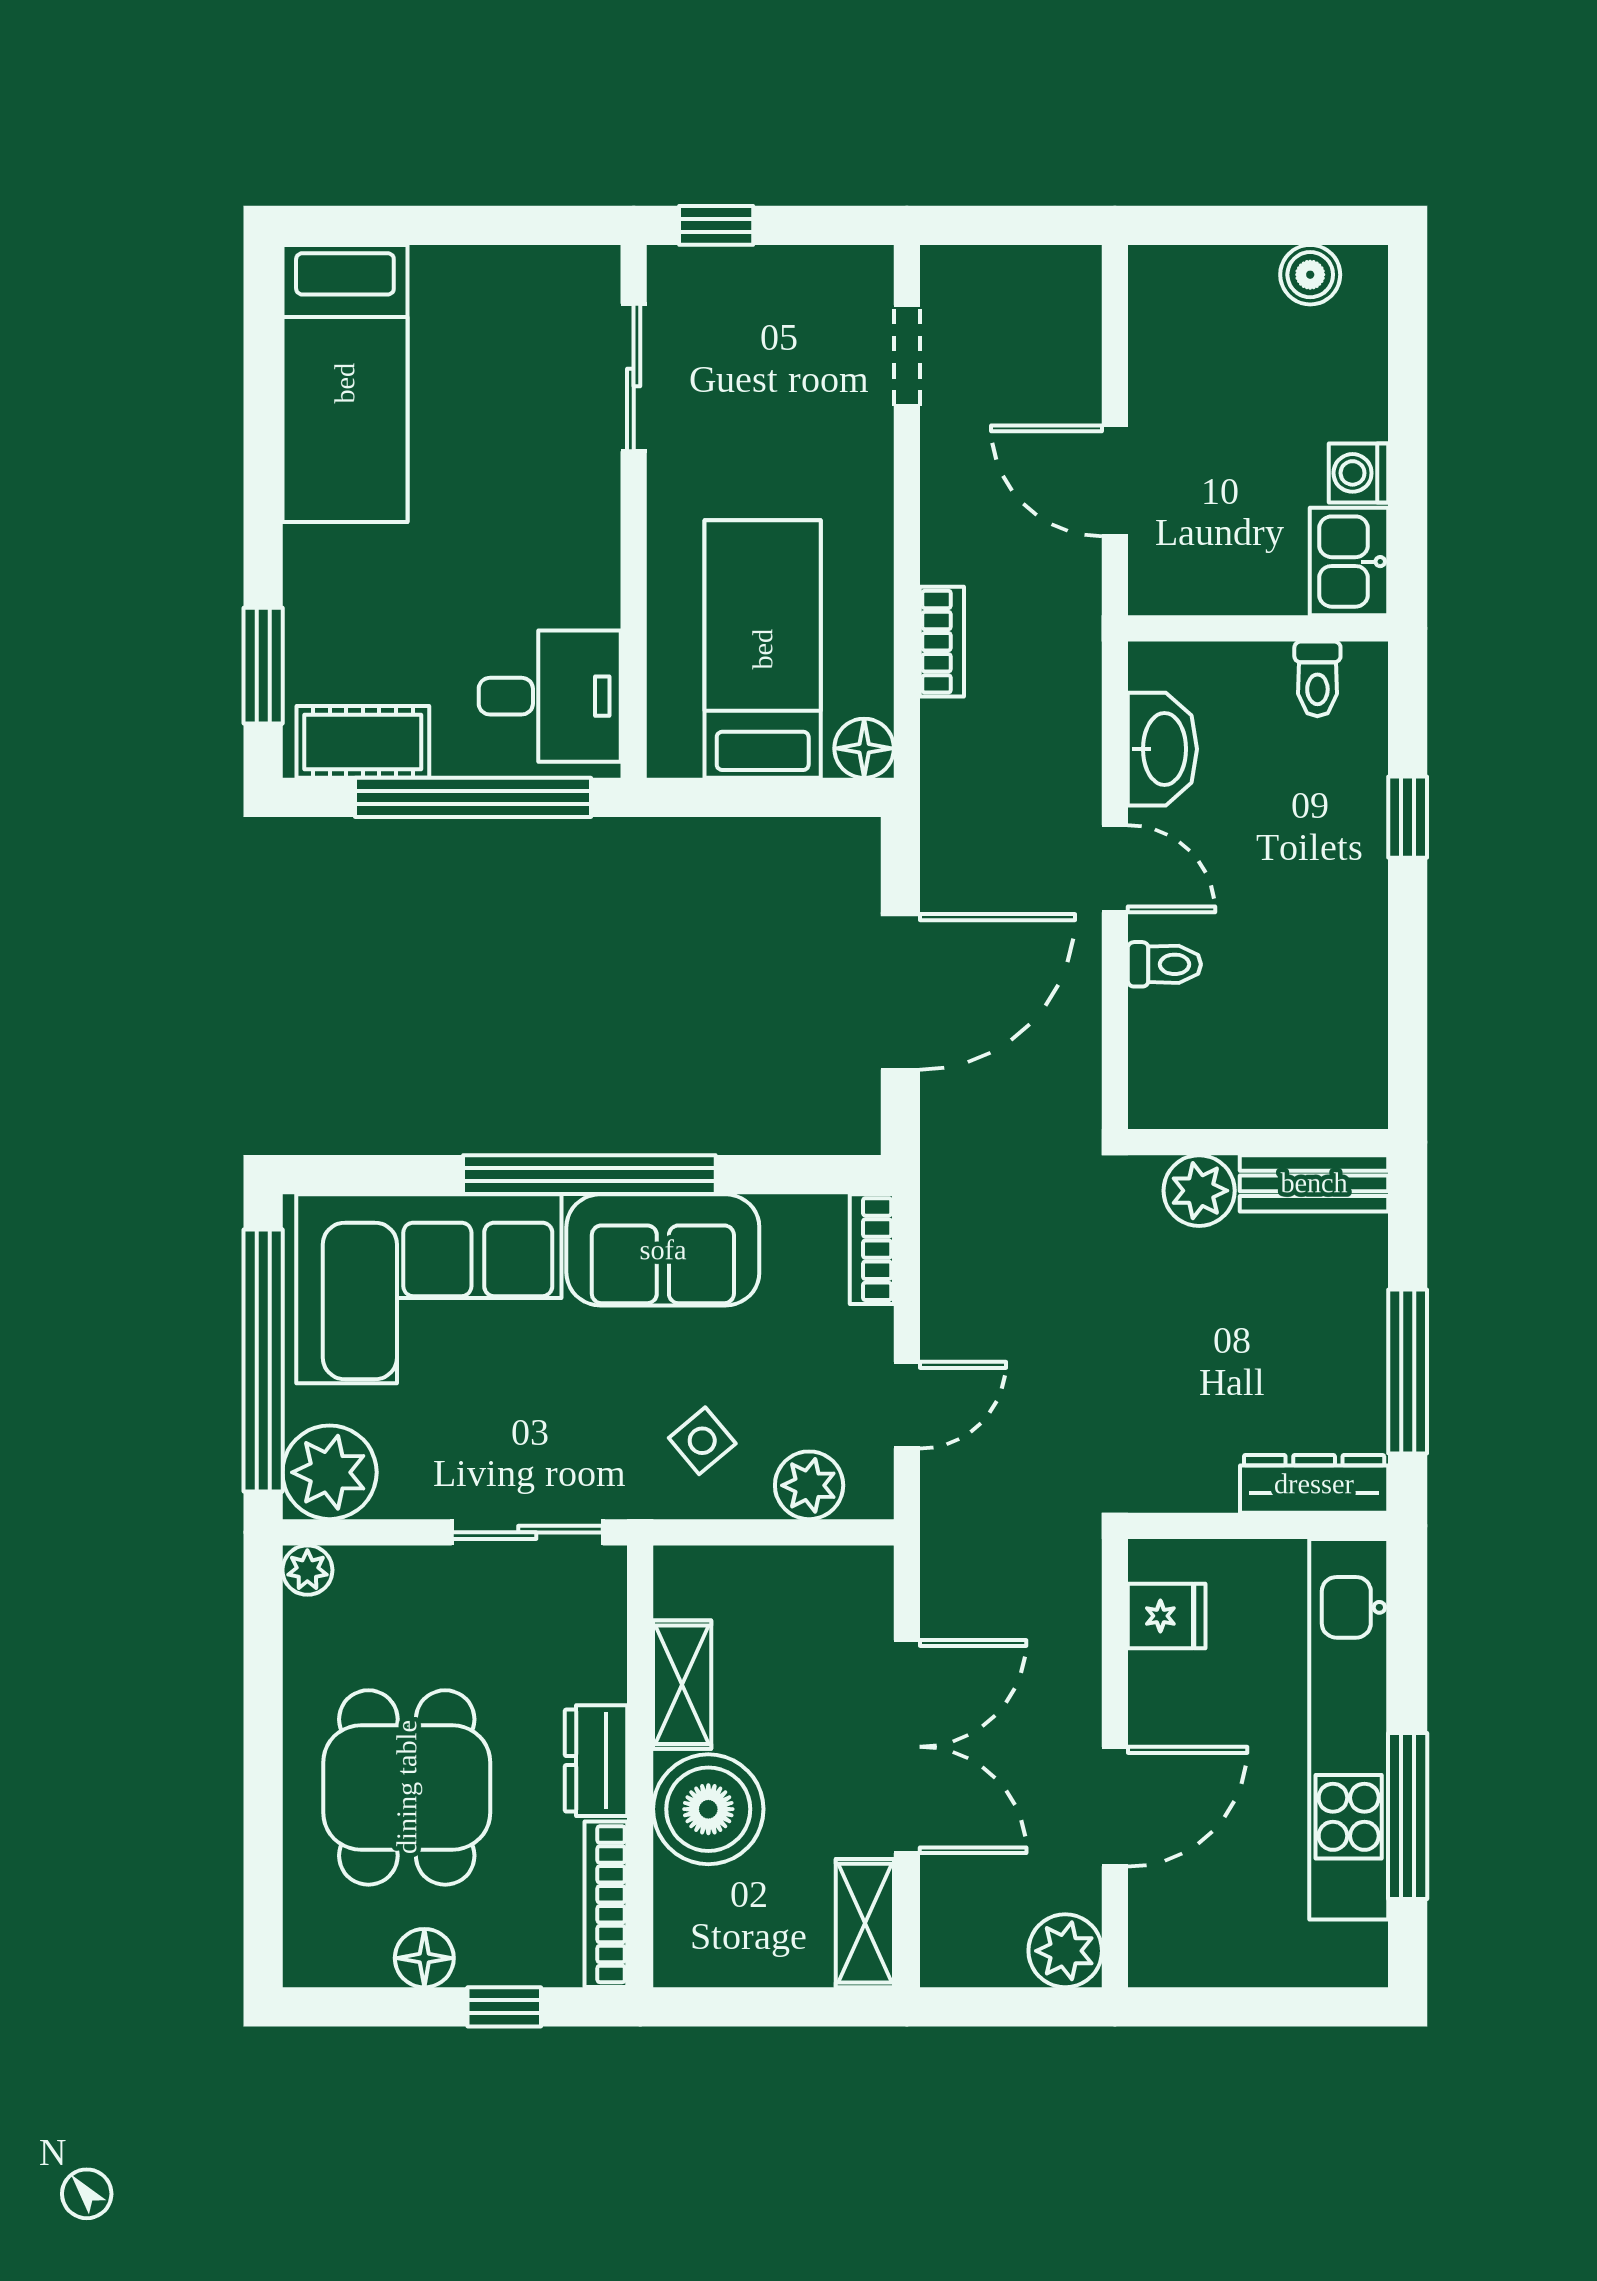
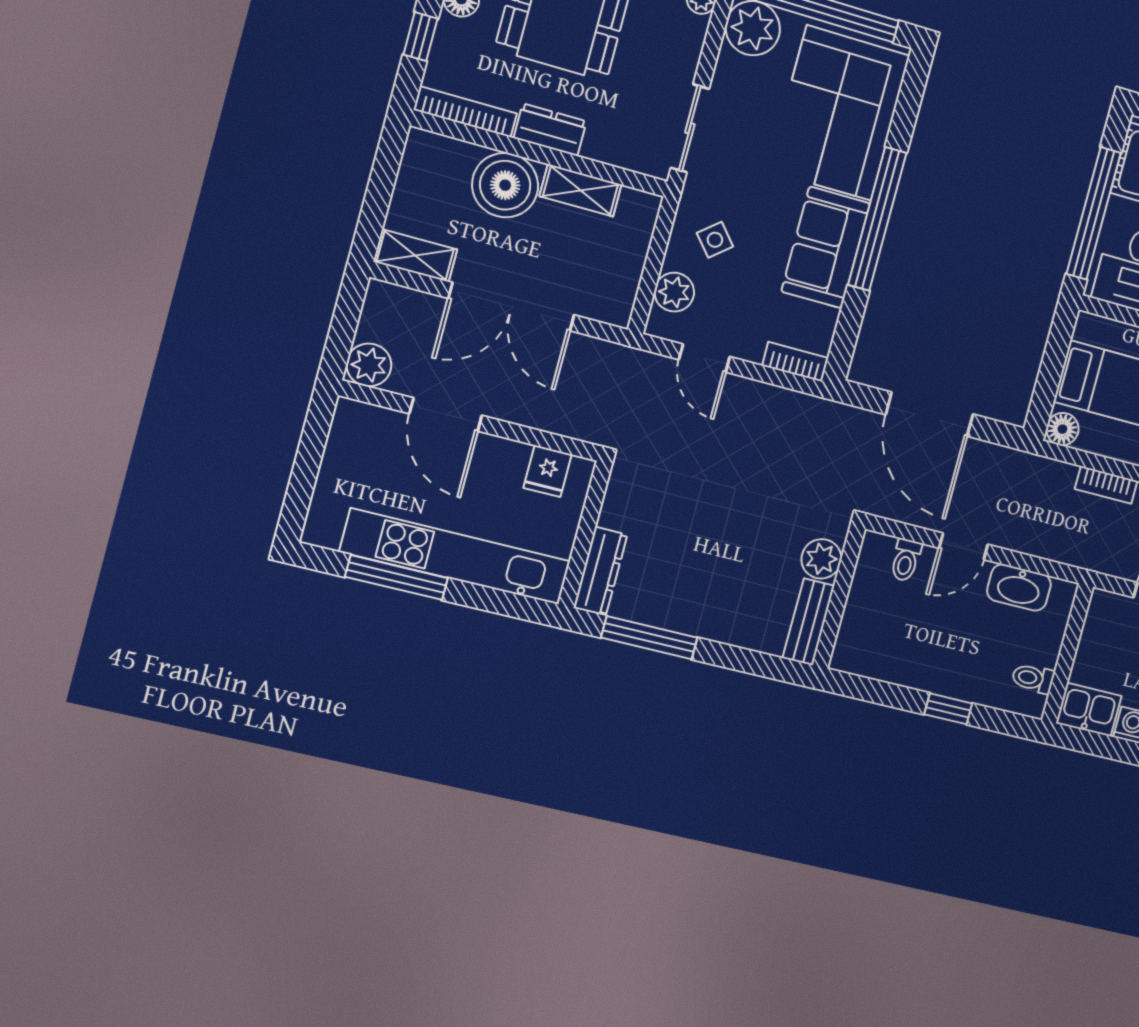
wall: (1258, 1142) -> (839, 597), moved
bench: (1314, 1183) -> (809, 622), moved
plant: (1199, 1191) -> (821, 559), moved

